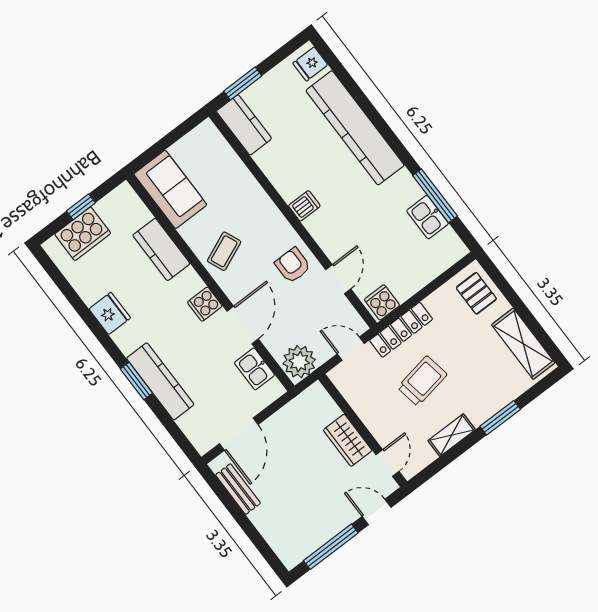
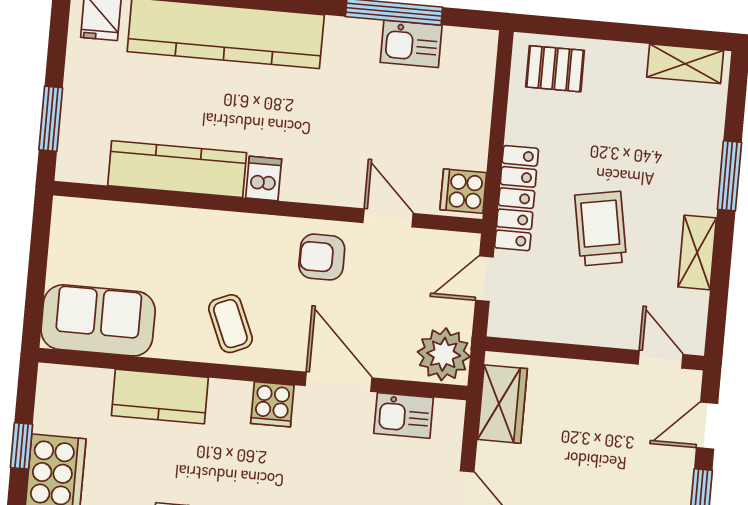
kitchen counter: (244, 125) -> (177, 169), moved, width x1.50
shelving: (523, 344) -> (685, 64), width x0.67, depth x0.75
wardrobe: (348, 440) -> (502, 404), moved, turned -90

